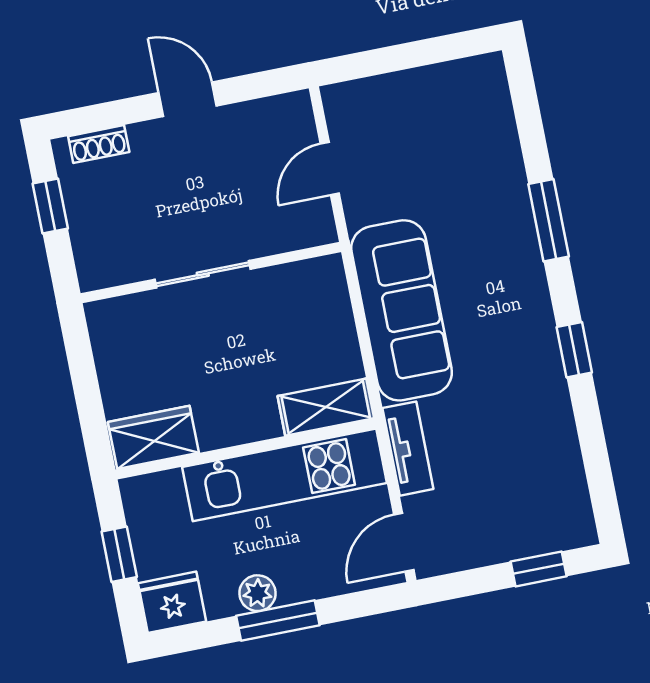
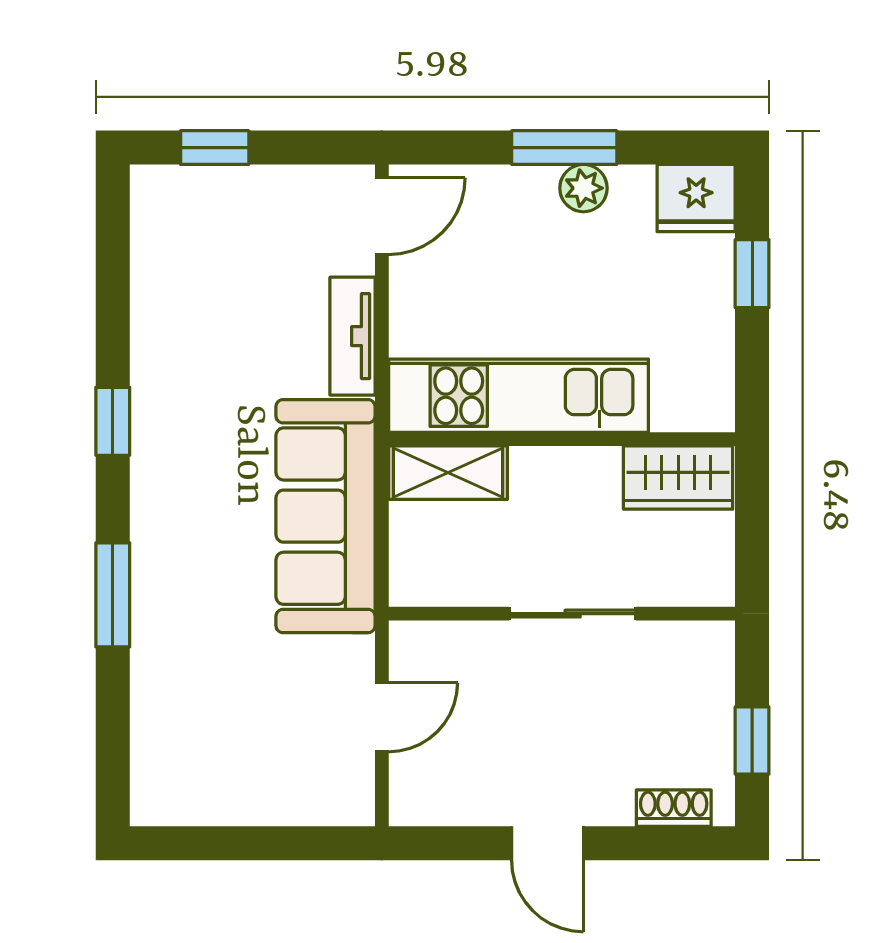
shelving: (326, 407) -> (448, 473), moved
wardrobe: (153, 437) -> (678, 478), moved
wall: (246, 449) -> (562, 439), moved
kitchen unit: (284, 475) -> (518, 396), moved

